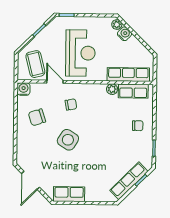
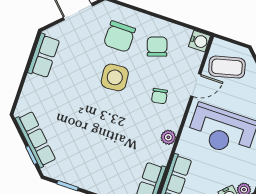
plant: (112, 89) -> (168, 137), moved
chair: (138, 126) -> (120, 37), moved, width x1.87, depth x1.87
side table: (68, 140) -> (115, 77), turned -37

